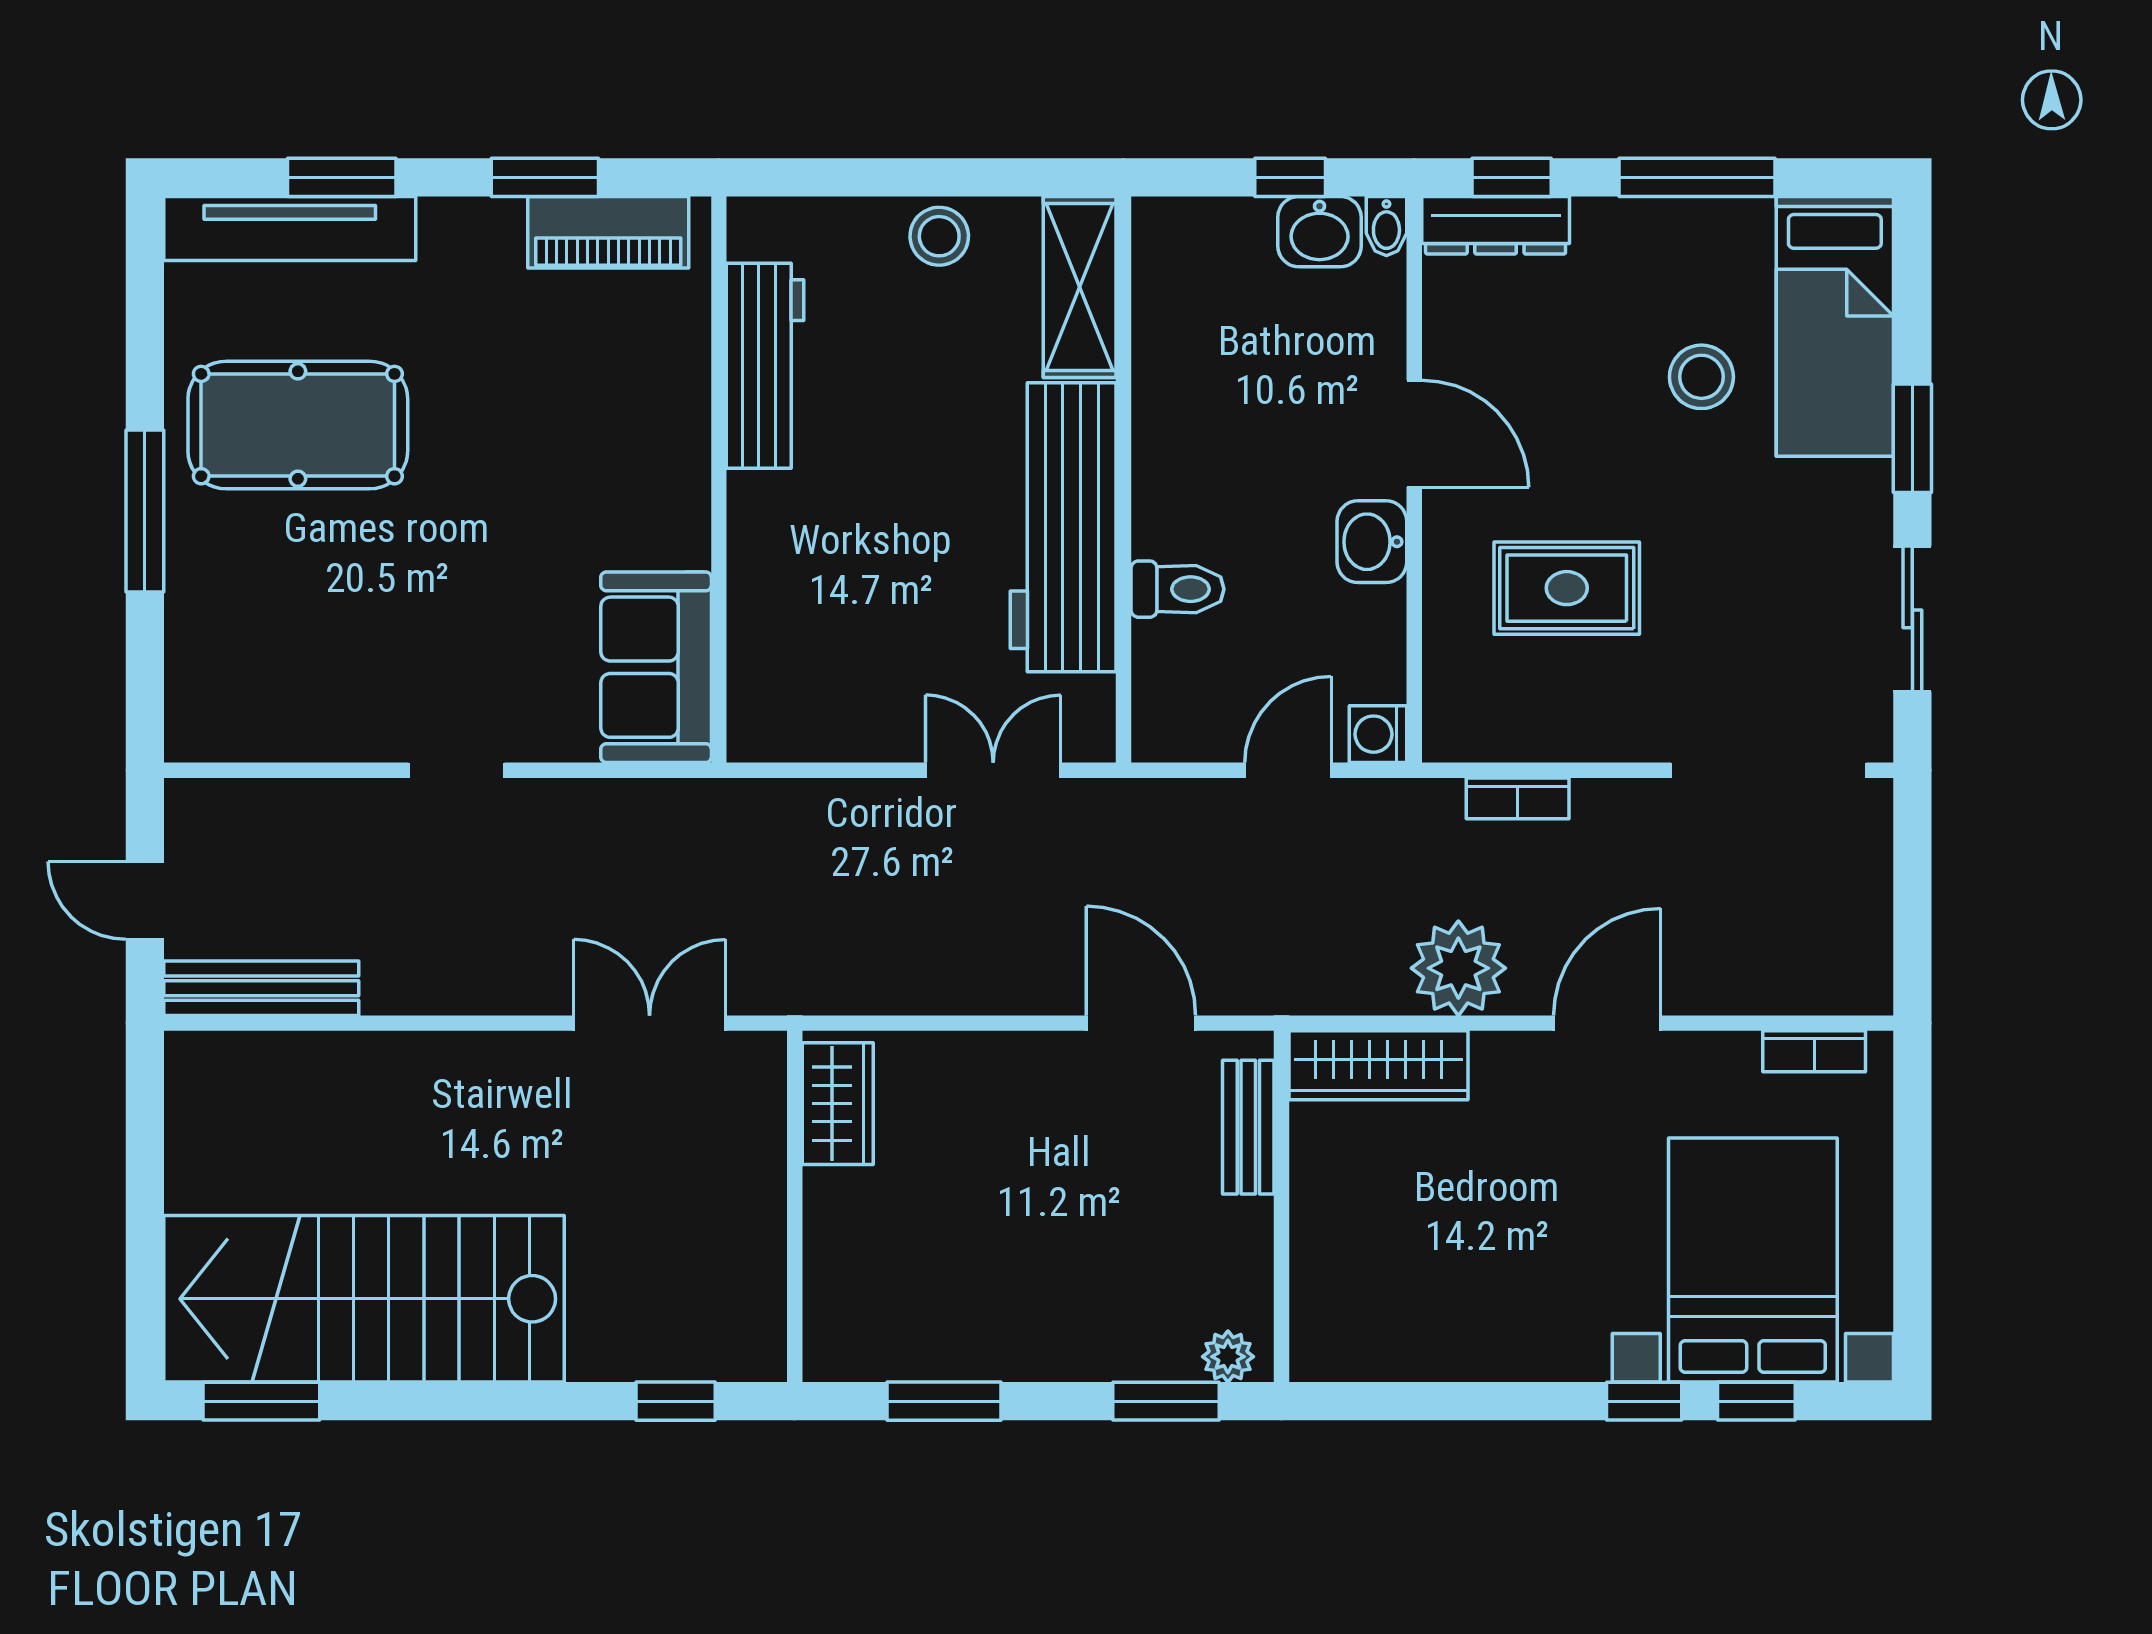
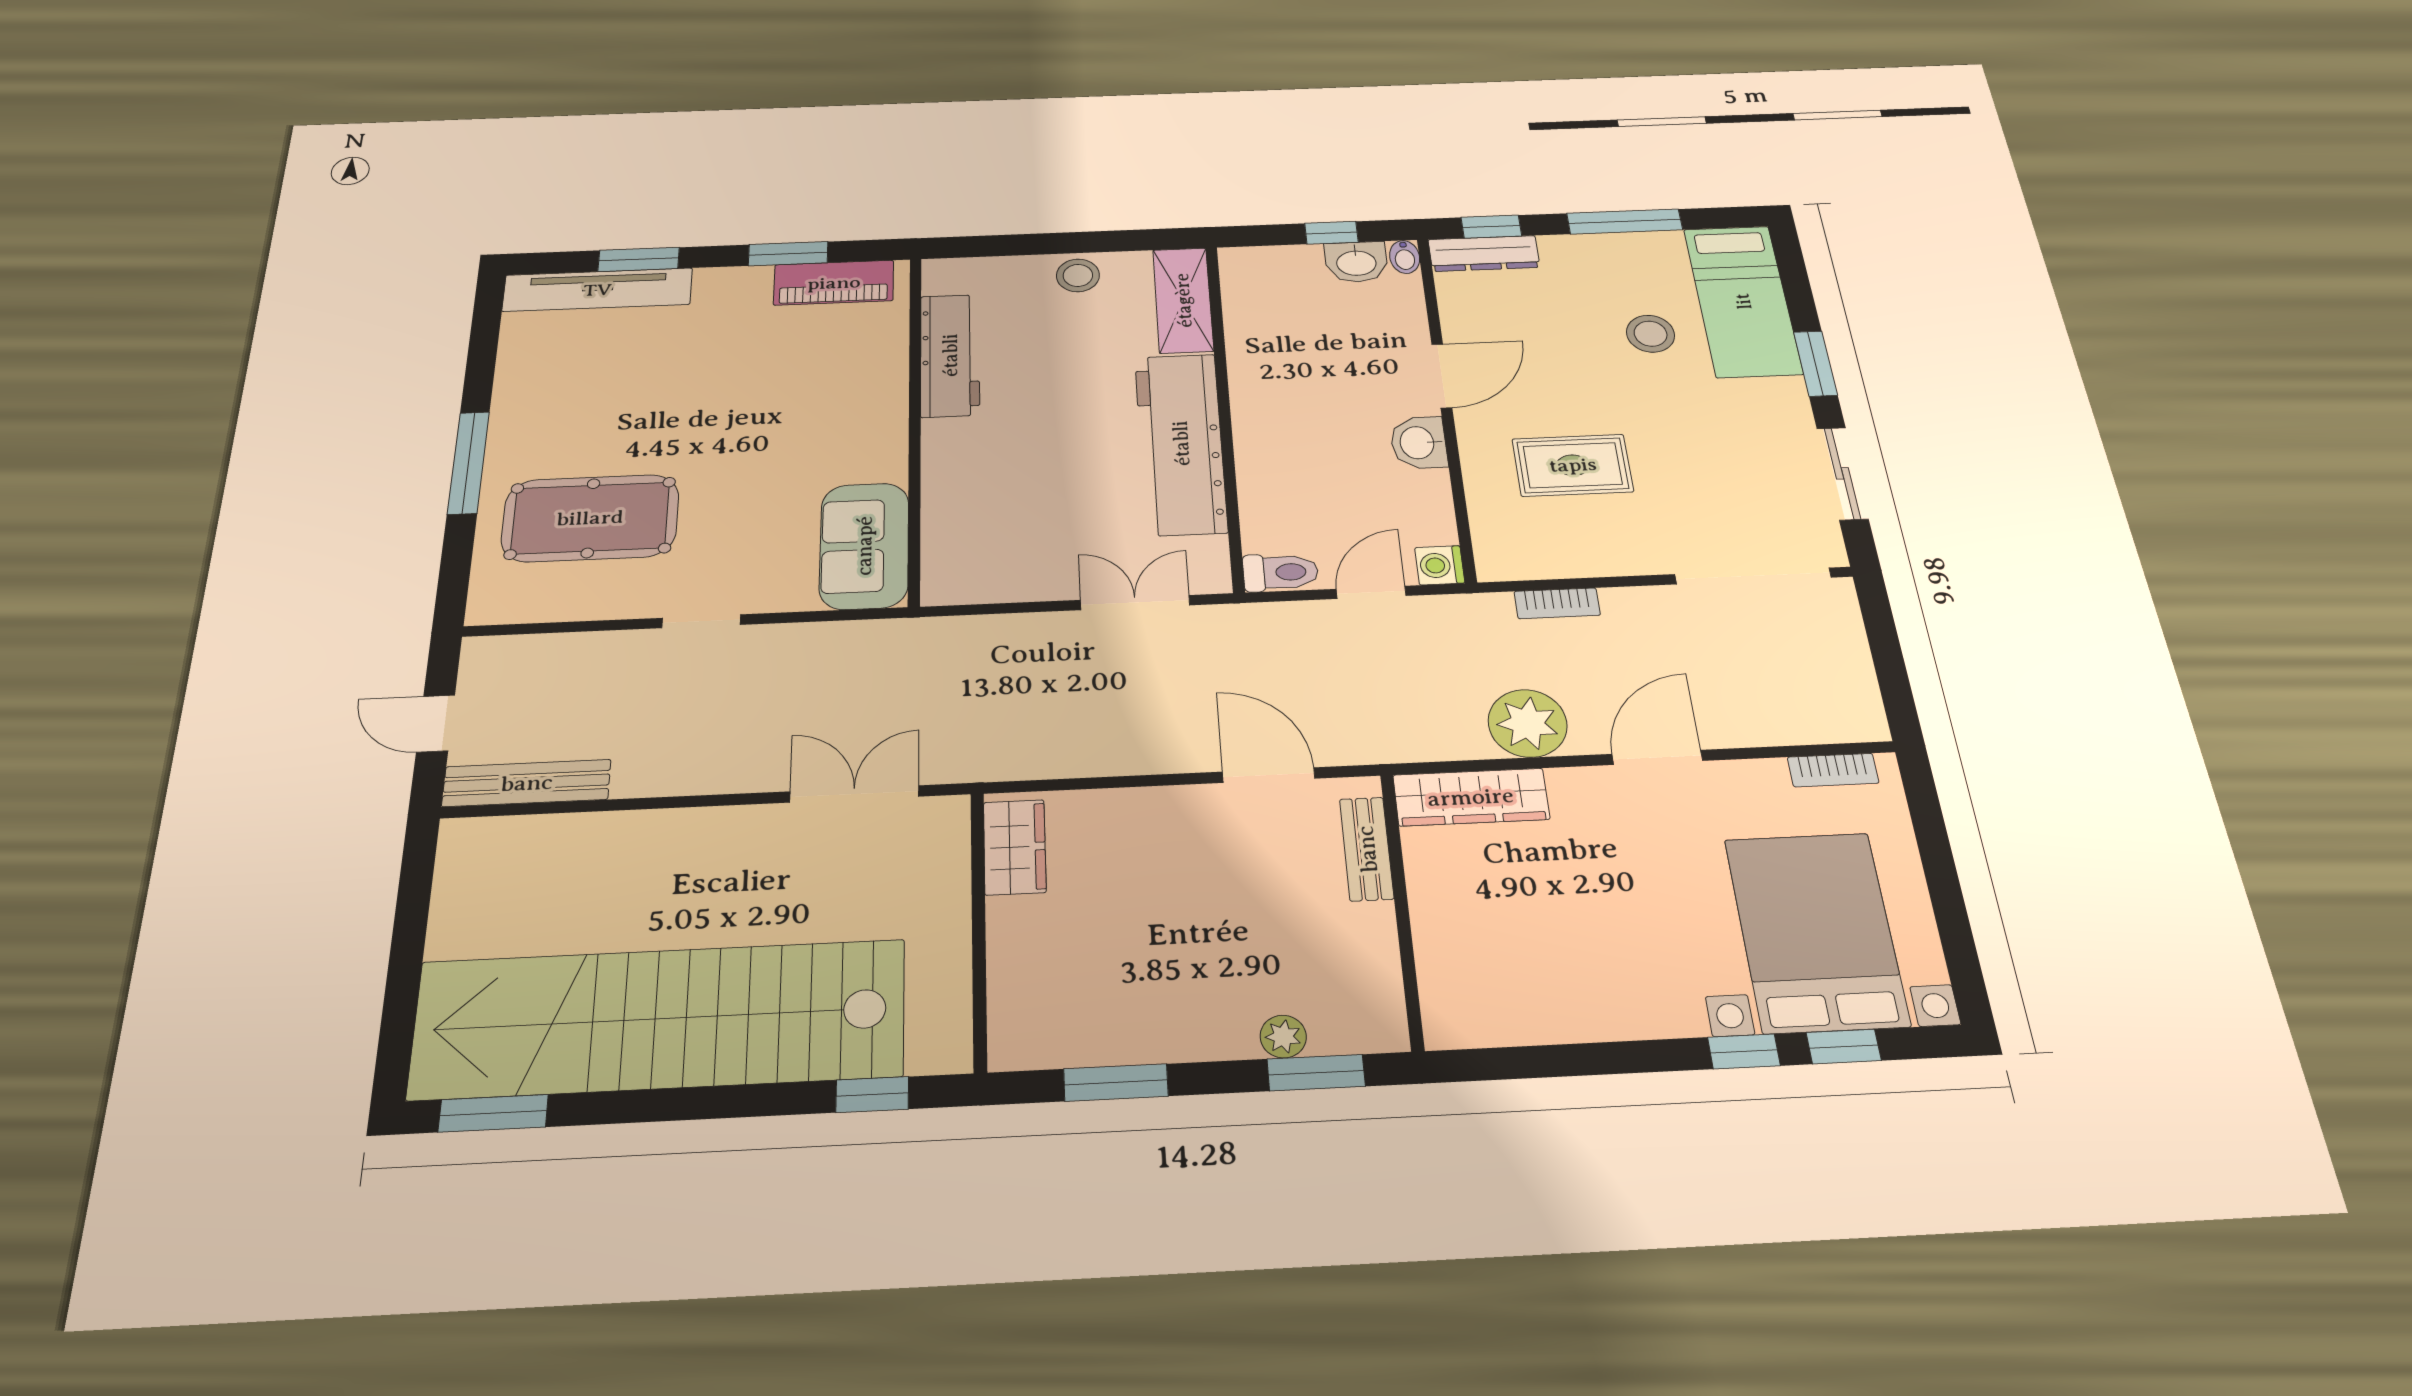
pool table: (298, 425) -> (590, 518), moved
door: (1414, 434) -> (1442, 376), hinge flipped
toilet: (1177, 589) -> (1281, 572), moved
stairs: (364, 1299) -> (660, 1019), width x1.36
plant: (1228, 1357) -> (1283, 1037), moved

